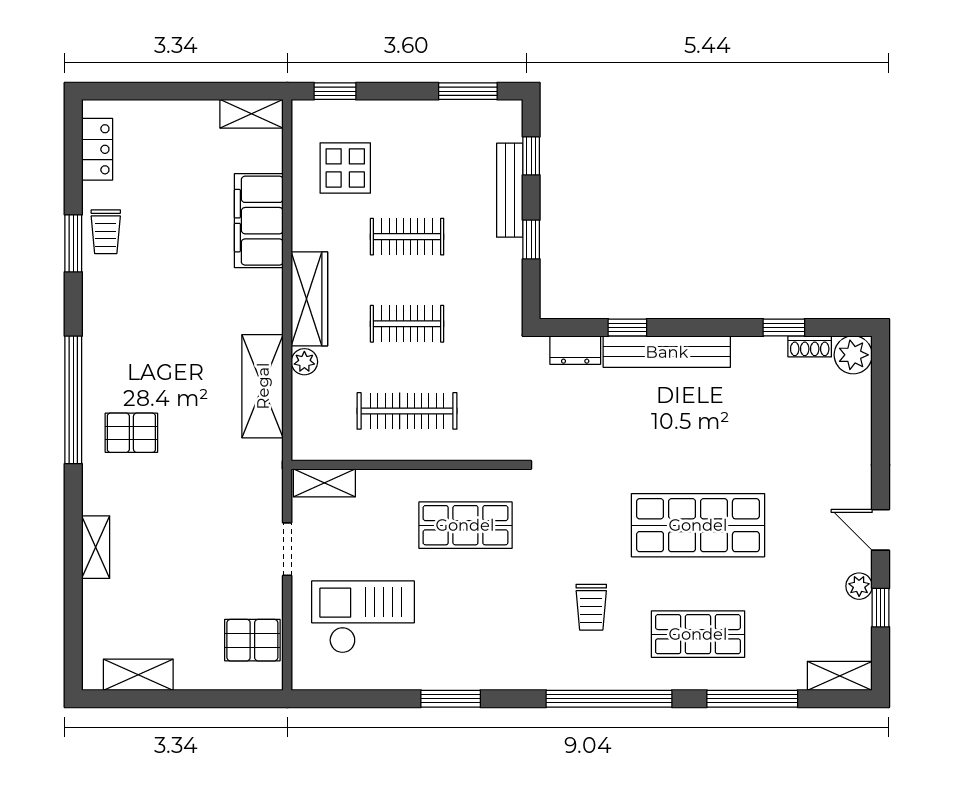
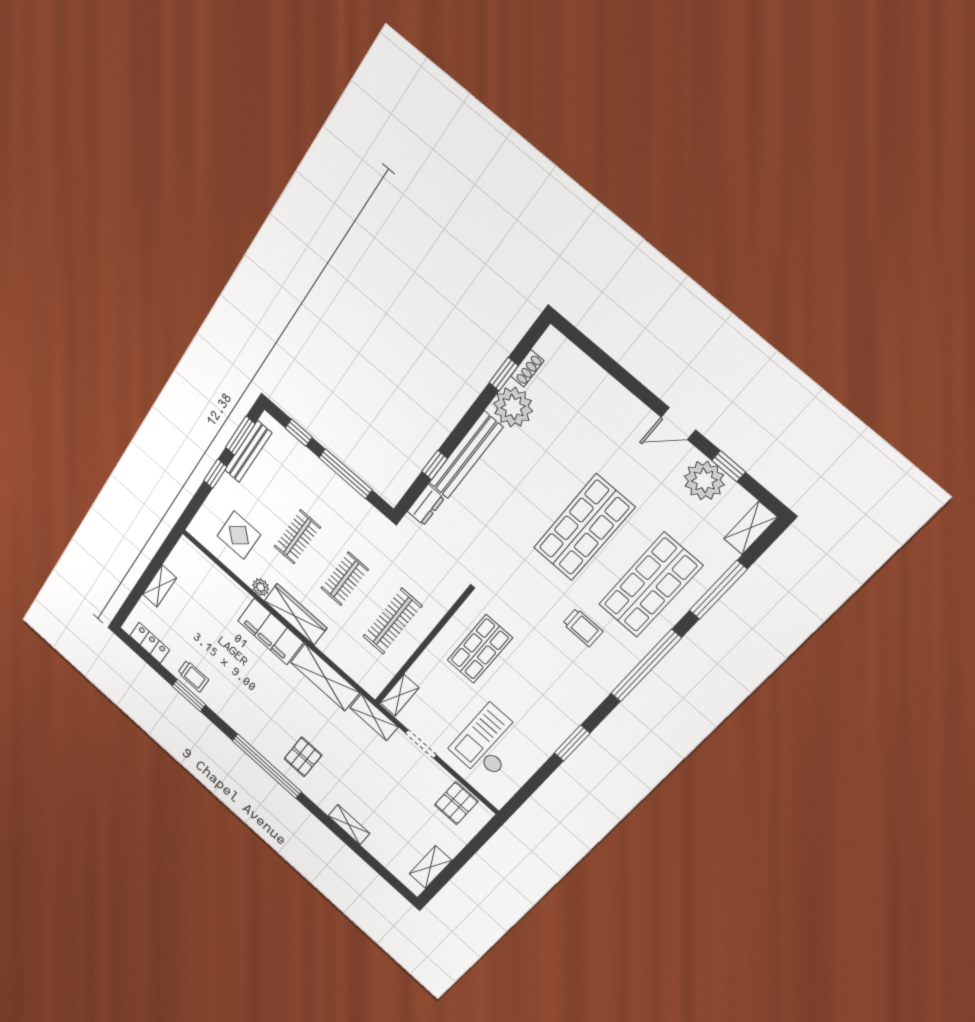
window: (335, 91) -> (215, 474), moved
shelving: (252, 114) -> (159, 586), moved
bench: (510, 190) -> (248, 452), moved, turned 90
filing cabinet: (259, 221) -> (271, 632), moved
window: (531, 239) -> (345, 474), width x2.17
plant: (853, 355) -> (513, 407), moved, width x1.36, depth x1.36
plant: (304, 362) -> (261, 587), moved
shelving: (268, 475) -> (374, 717), added
plant: (859, 586) -> (704, 480), width x1.87, depth x1.87
shop shelf: (698, 634) -> (650, 585), width x1.43, depth x1.36

